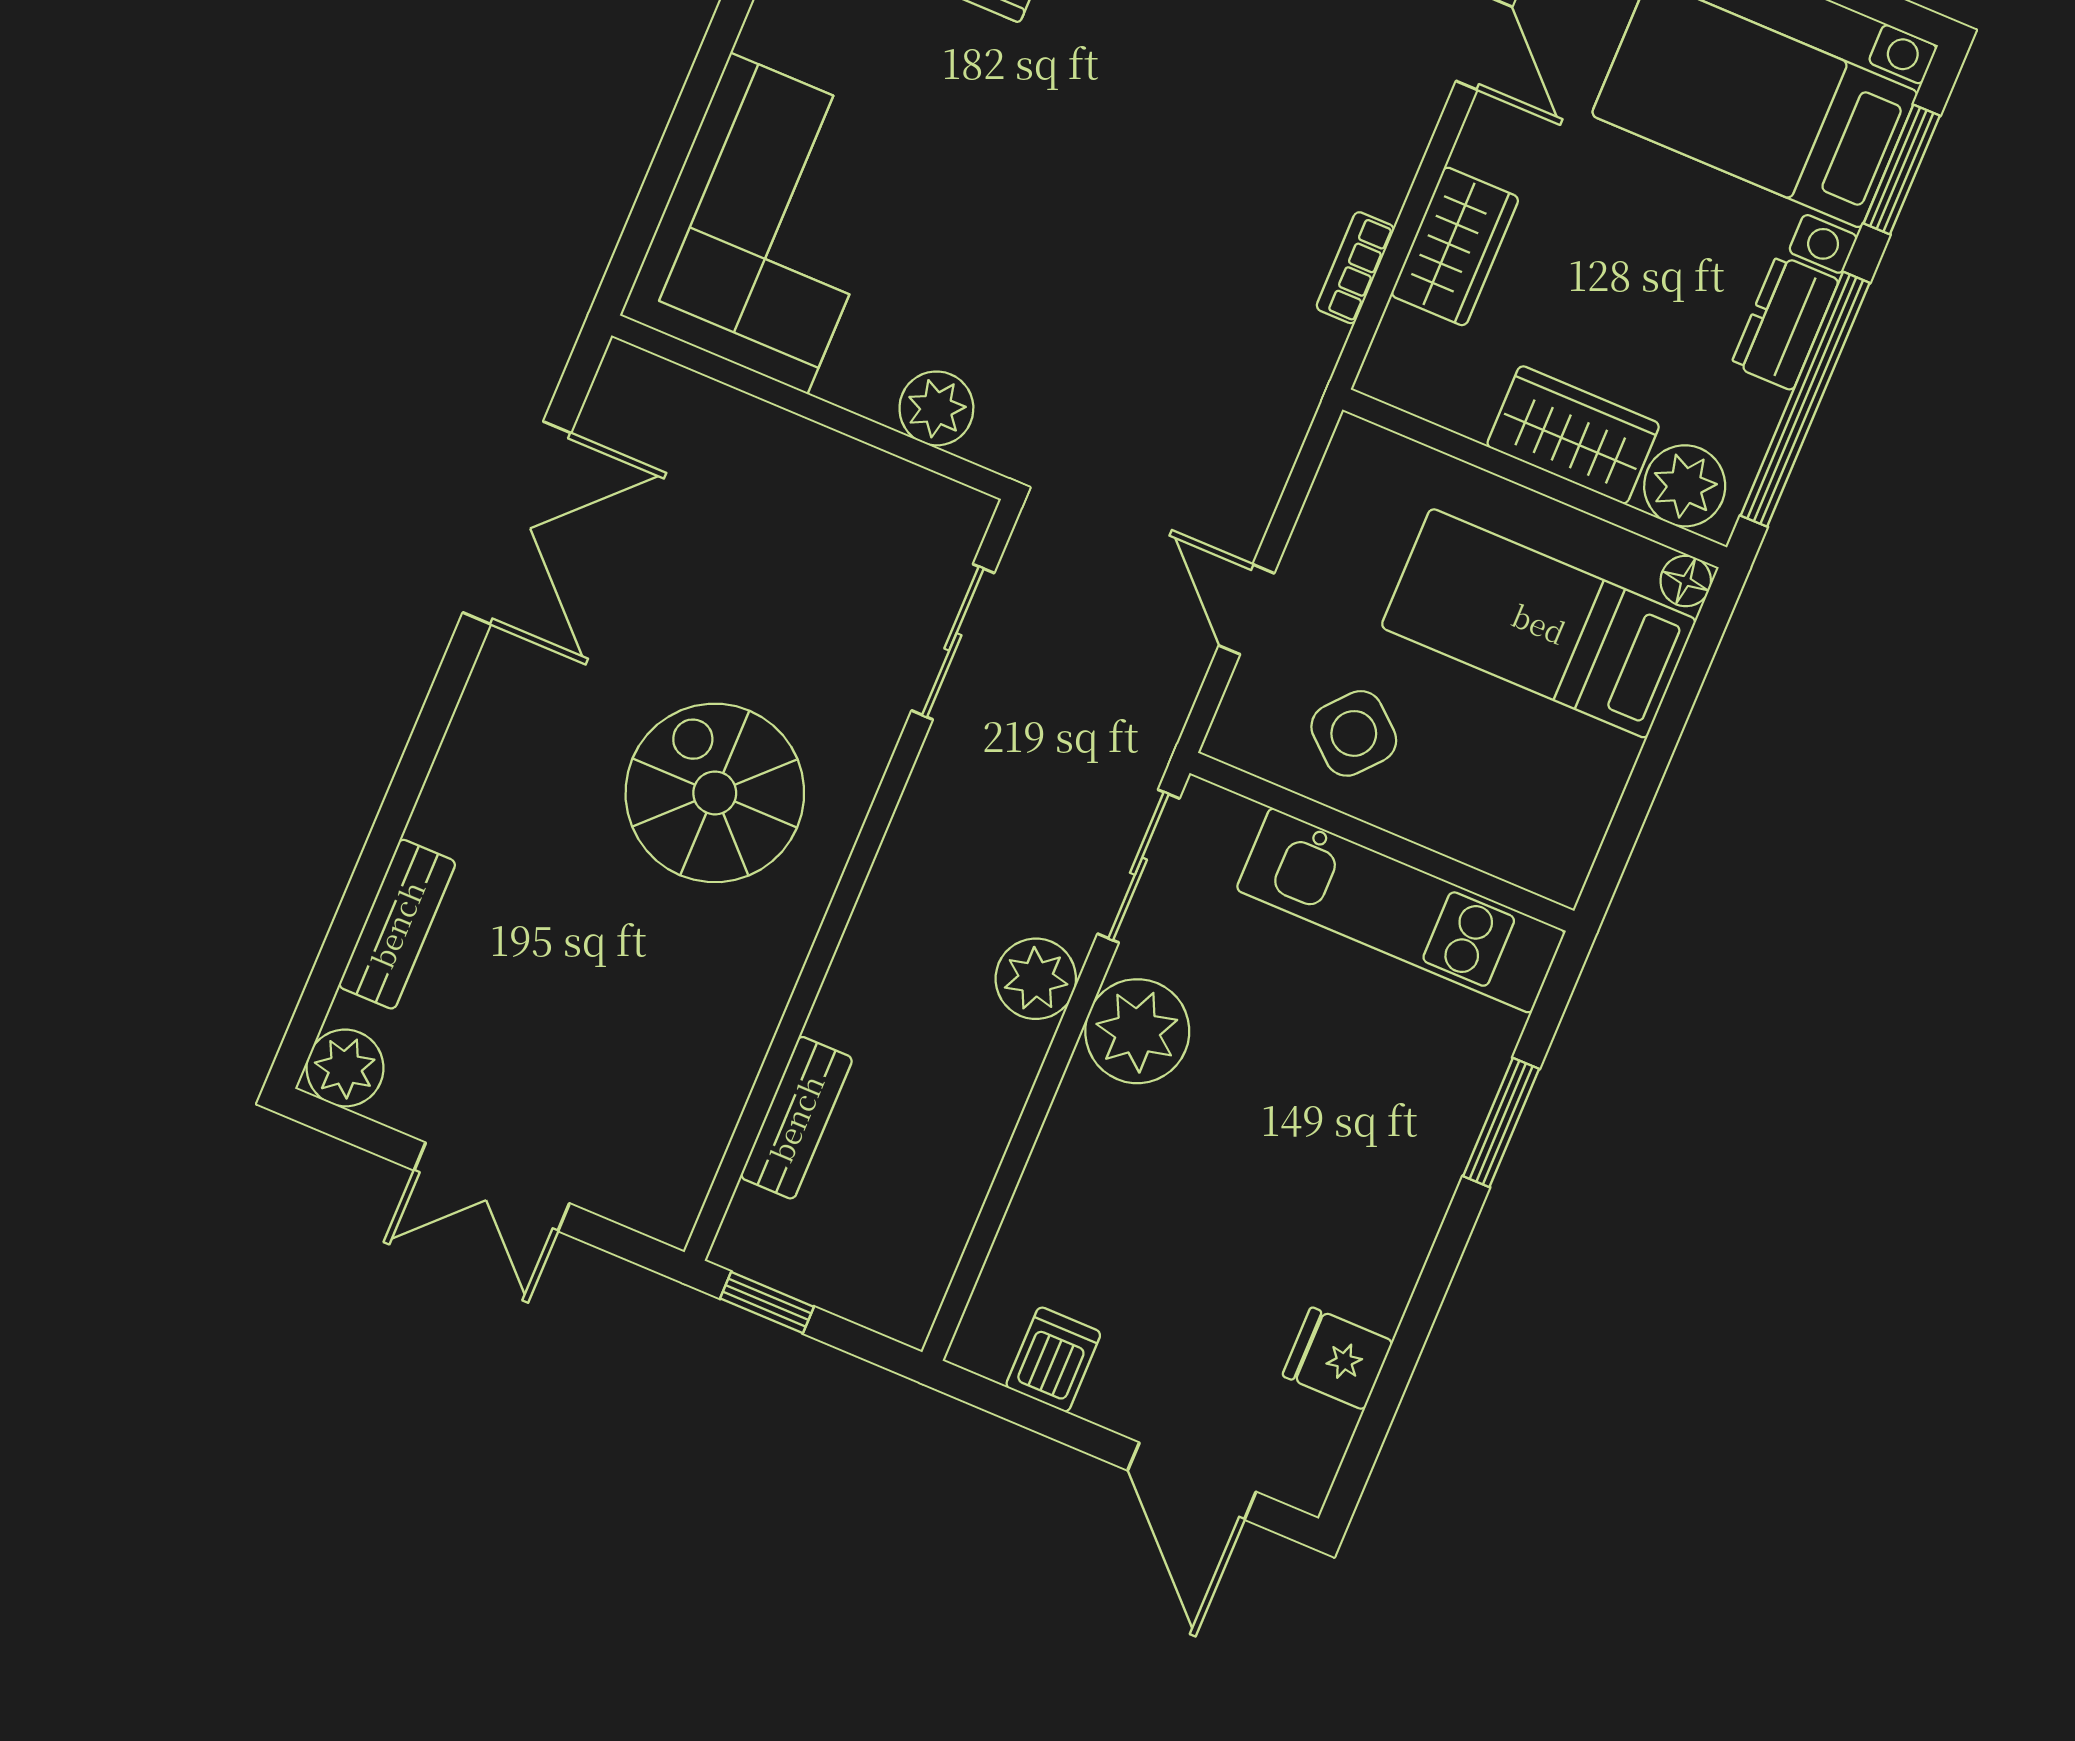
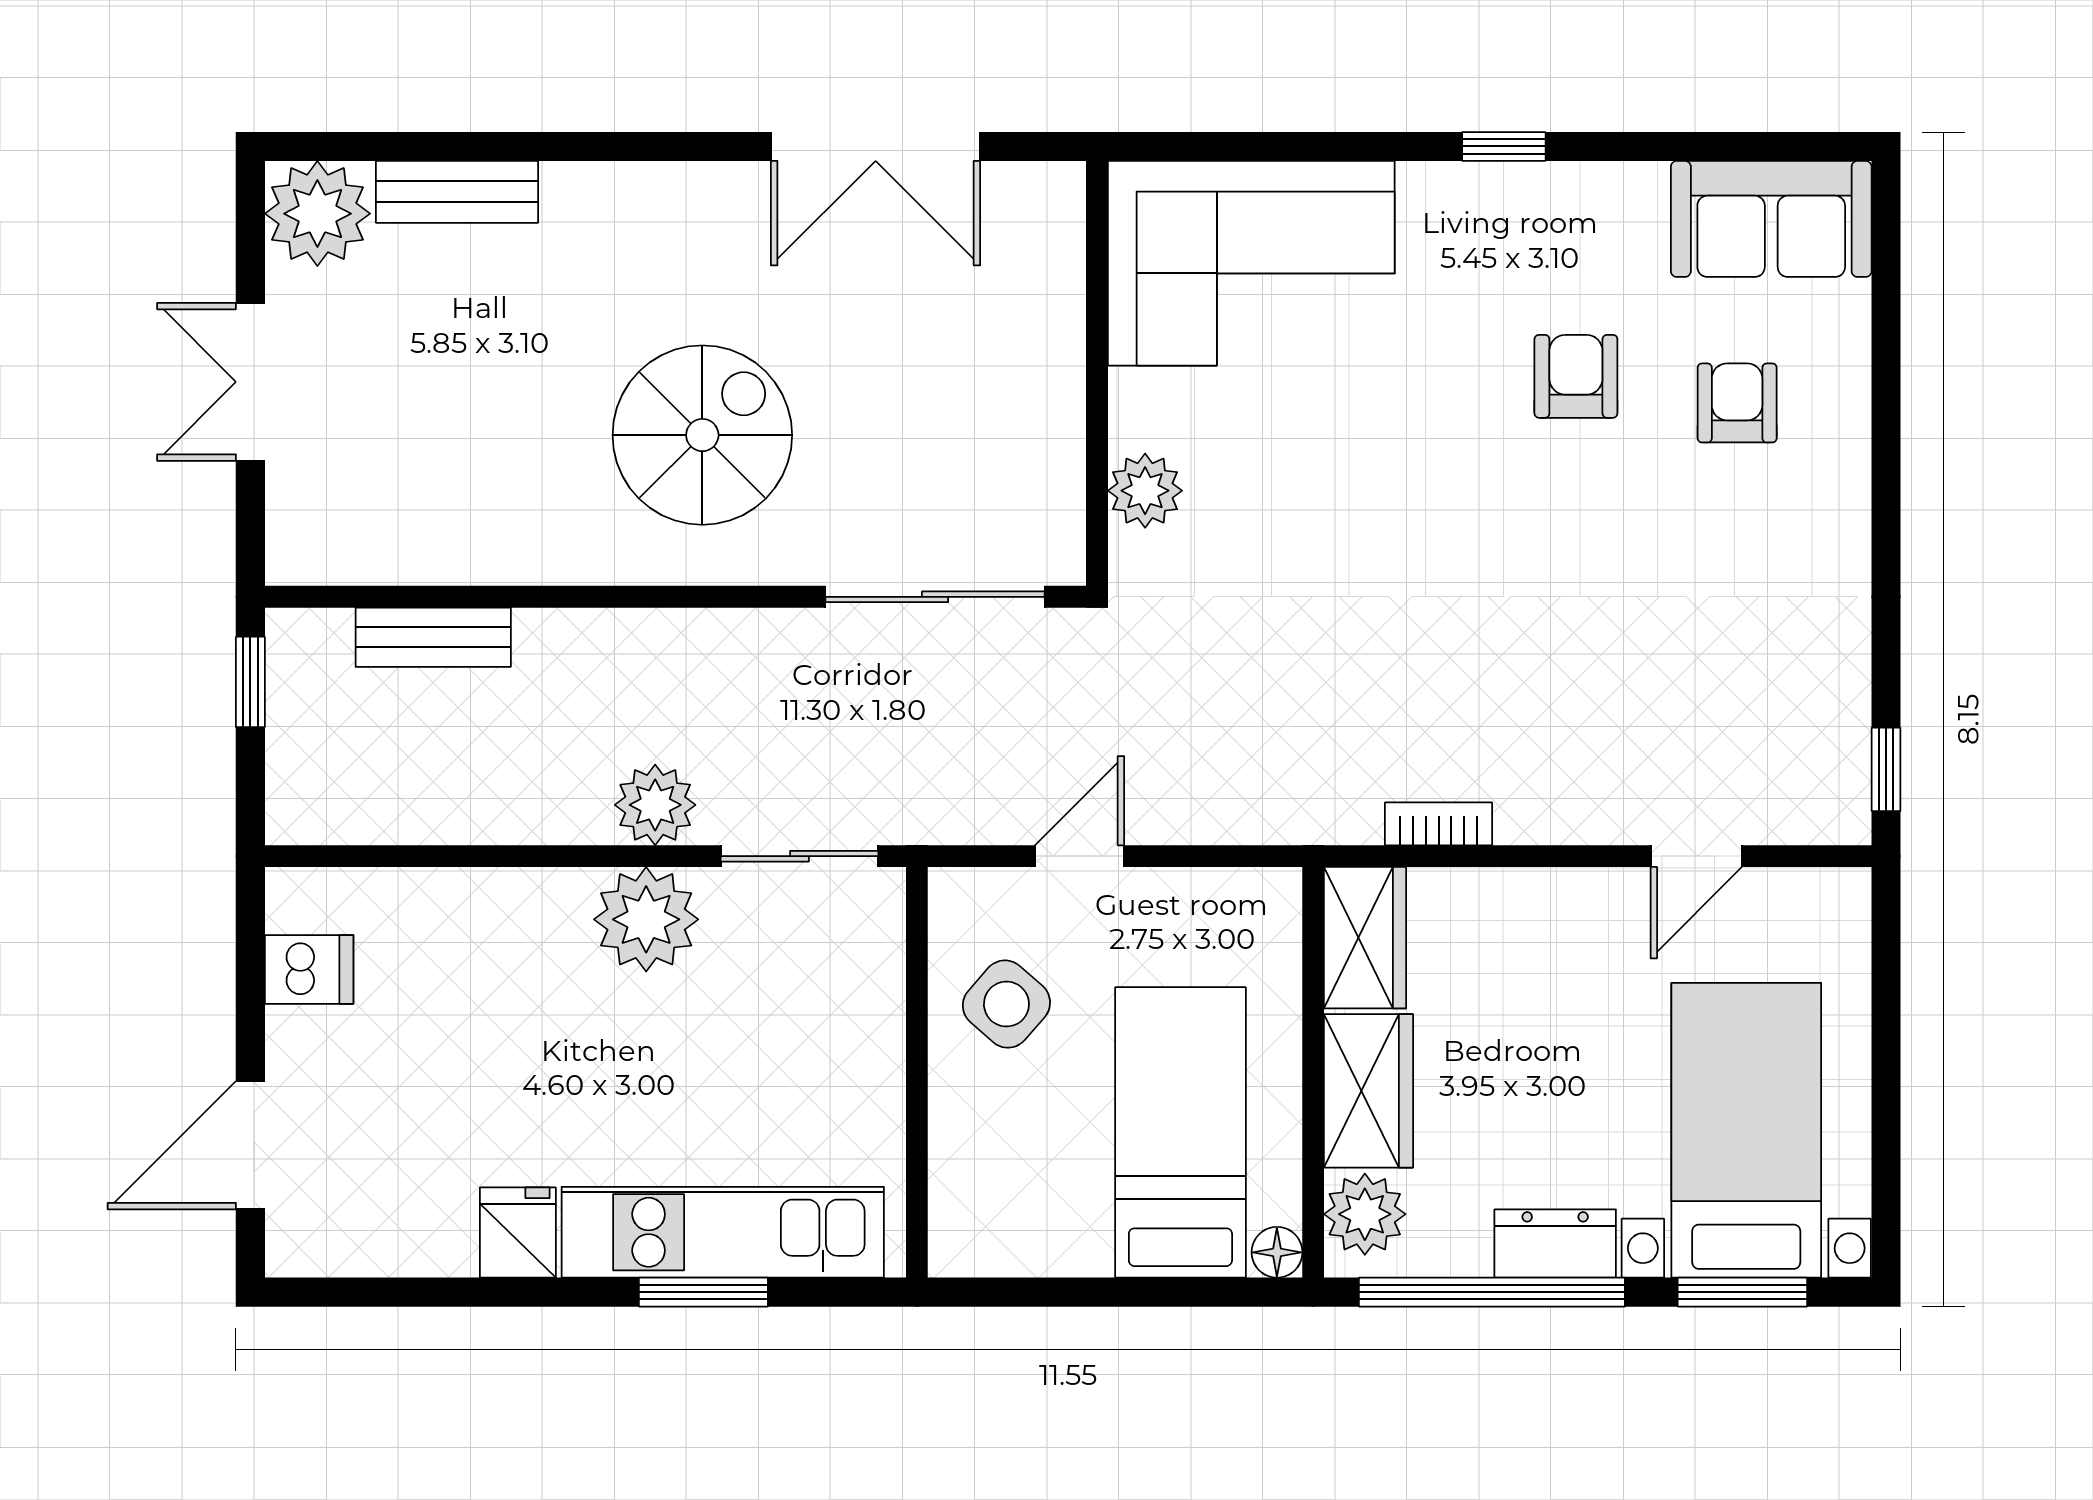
wardrobe: (1455, 246) -> (1365, 938), moved, turned -90
sliding door: (953, 642) -> (935, 597), width x1.37
kitchen unit: (1401, 910) -> (723, 1232), moved, turned 90
plant: (345, 1068) -> (317, 214), width x1.36, depth x1.36
fridge: (1338, 1359) -> (518, 1233), moved

